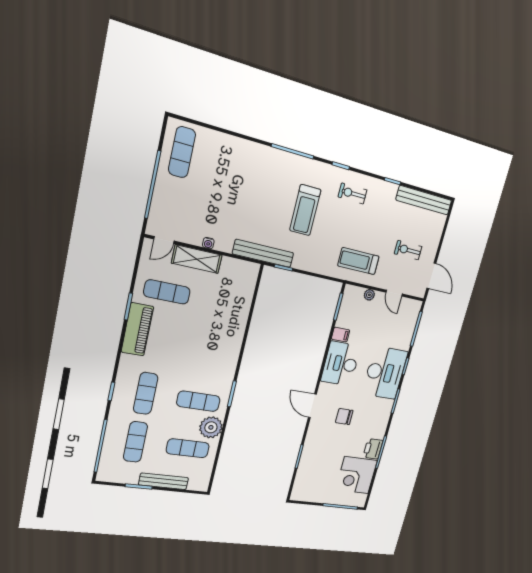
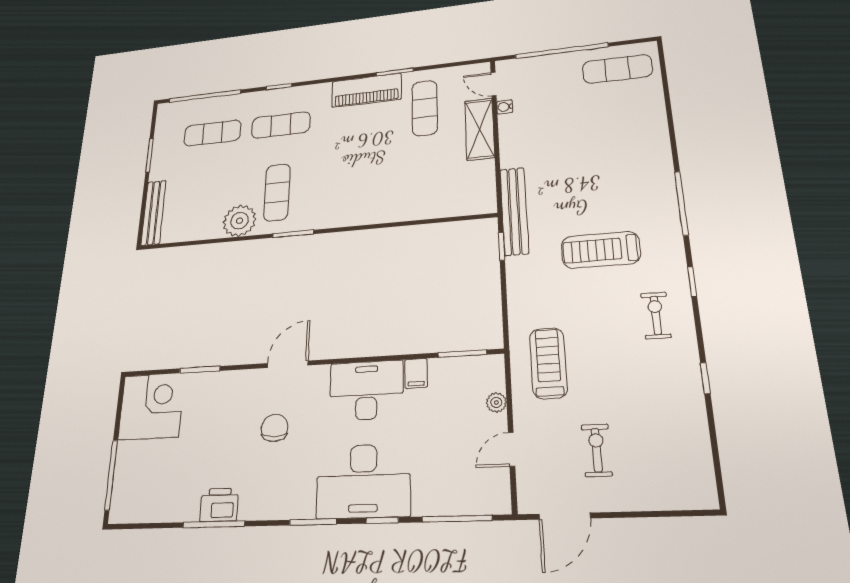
bench: (424, 200) -> (697, 451), removed
water cooler: (208, 243) -> (505, 107), moved
exercise mat: (188, 448) -> (206, 199), removed
corner desk: (356, 475) -> (151, 406), moved, turned 90
bench: (164, 481) -> (154, 213), moved

